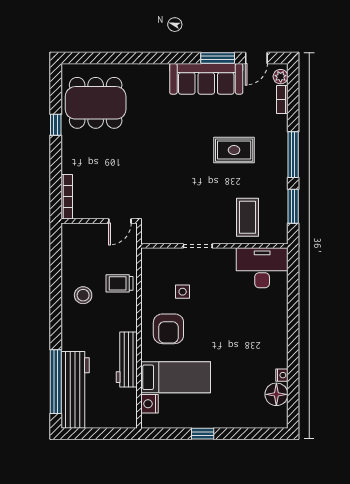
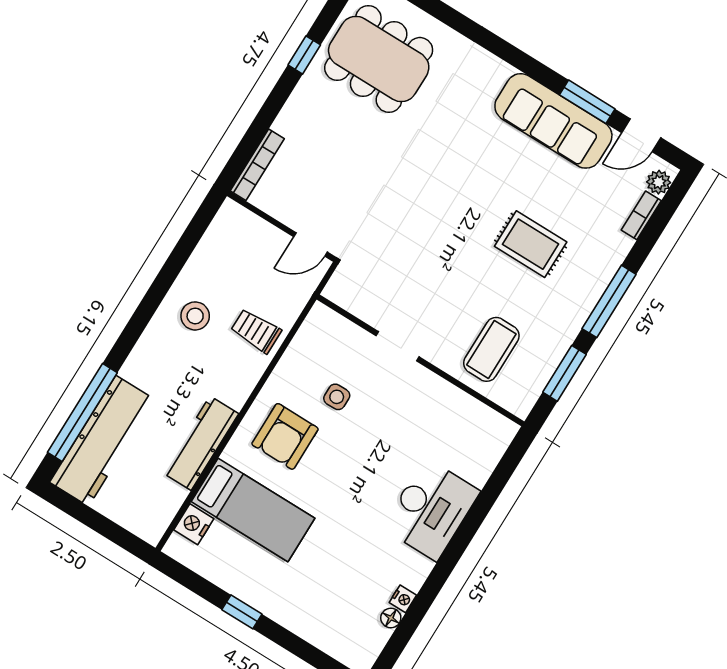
desk: (262, 268) -> (431, 509), moved, turned 90
floor lamp: (276, 394) -> (391, 618), width x0.53, depth x0.53

